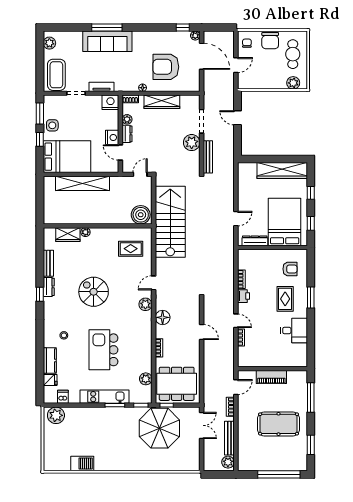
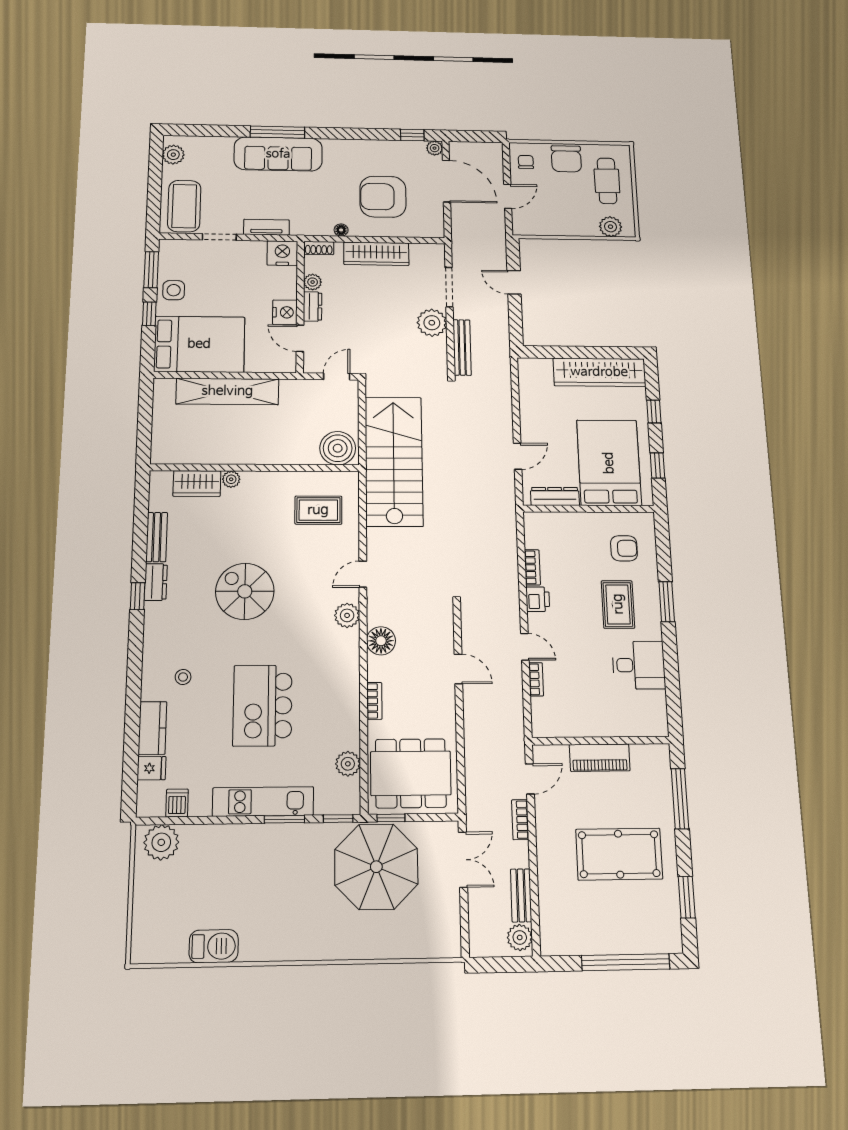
bench: (229, 438) -> (521, 895), width x0.73

